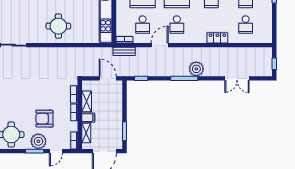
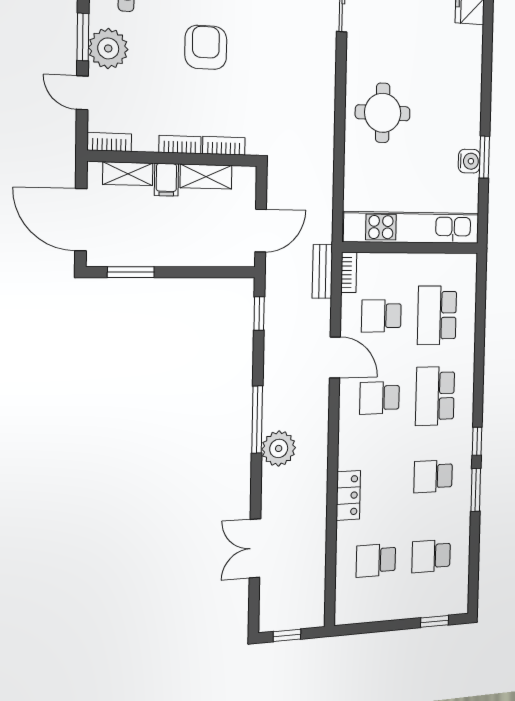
armchair: (44, 119) -> (206, 47), moved

